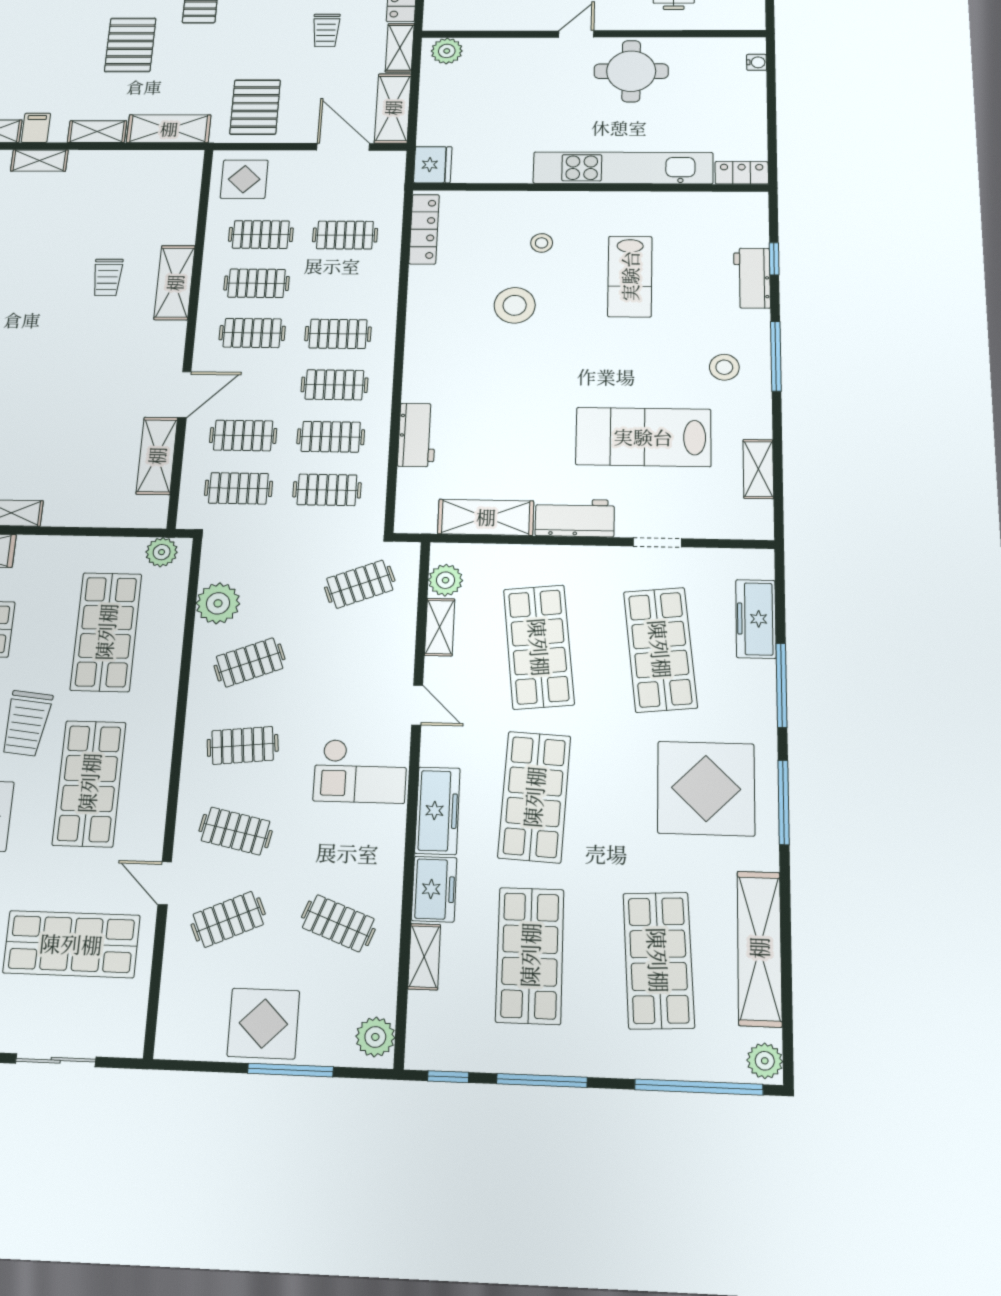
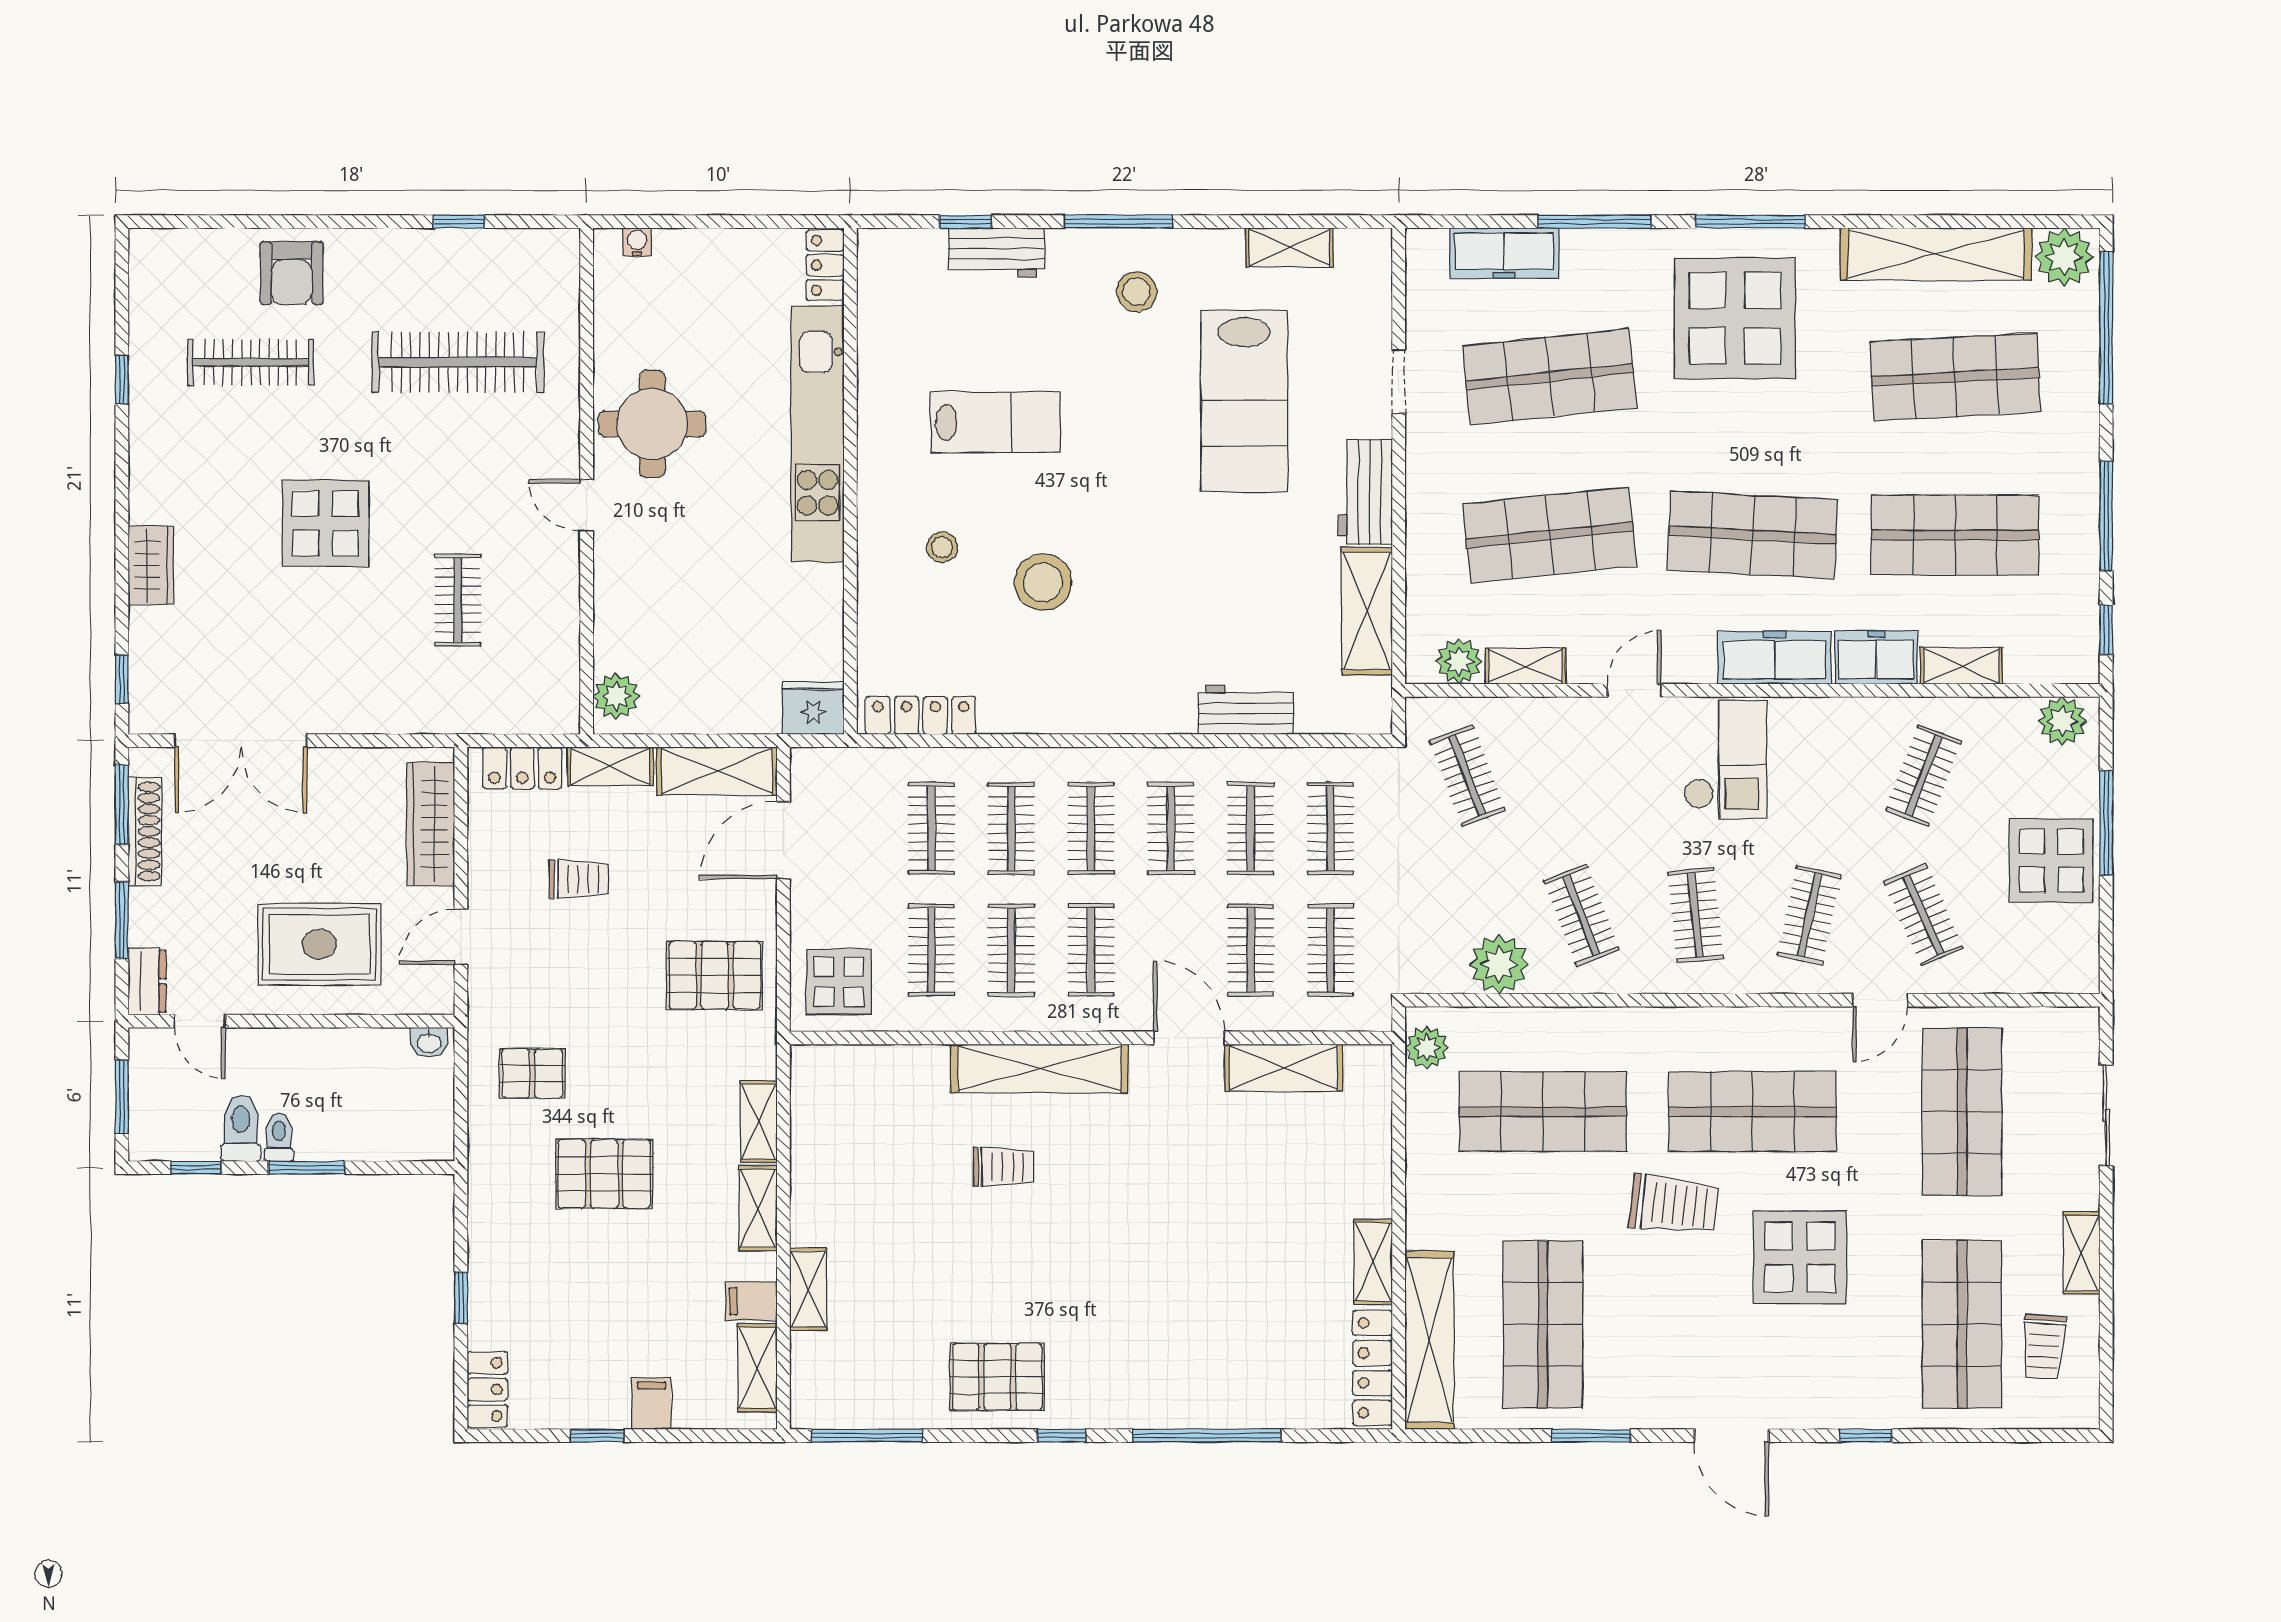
shelving: (169, 129) -> (759, 1122), width x0.67, depth x0.75
shelving: (175, 283) -> (1039, 1068), width x1.47
clothes rail: (342, 284) -> (1011, 828), added
plant: (765, 1061) -> (2064, 257), width x1.36, depth x1.36

